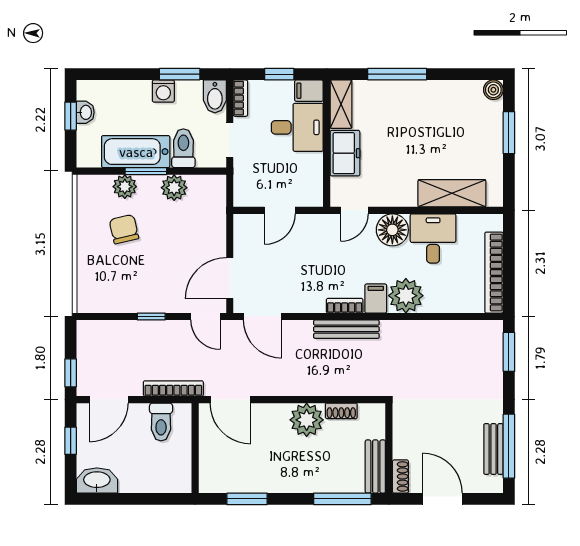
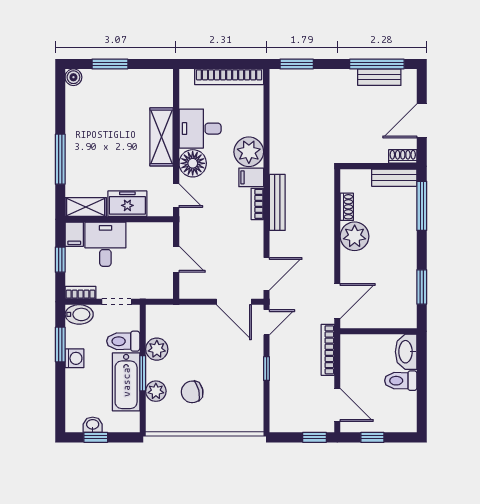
shelving: (452, 193) -> (162, 137), moved
toilet: (161, 422) -> (401, 381), moved, turned 180
washbasin: (97, 480) -> (406, 352), moved

